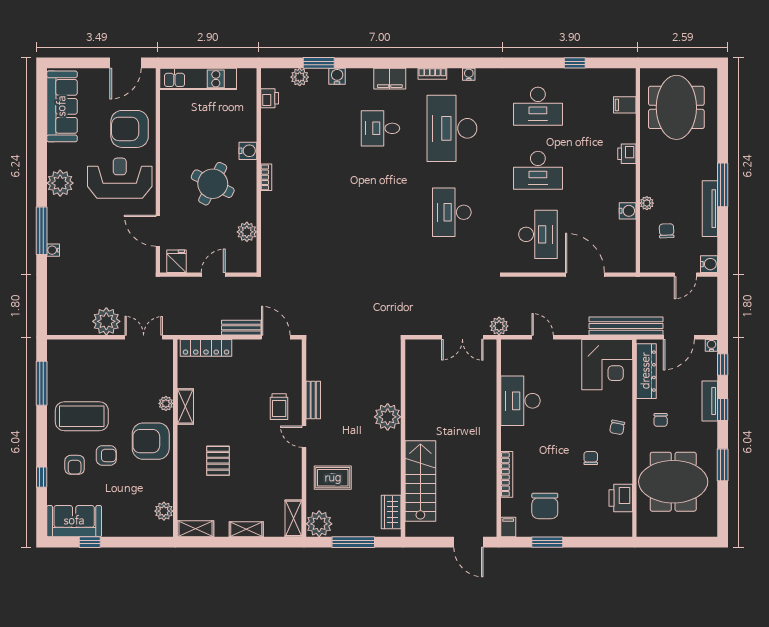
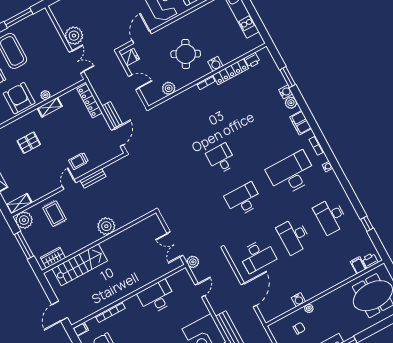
plant: (300, 77) -> (291, 103), moved
desk: (380, 128) -> (221, 159), moved
locker: (270, 136) -> (231, 72), added
printer: (627, 154) -> (370, 260), moved

